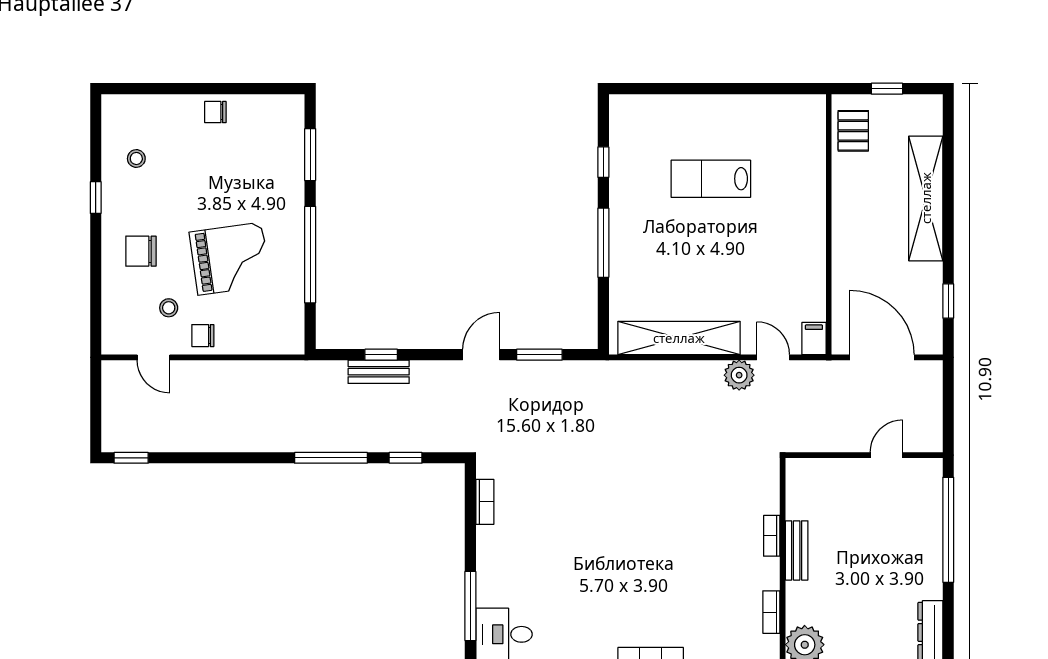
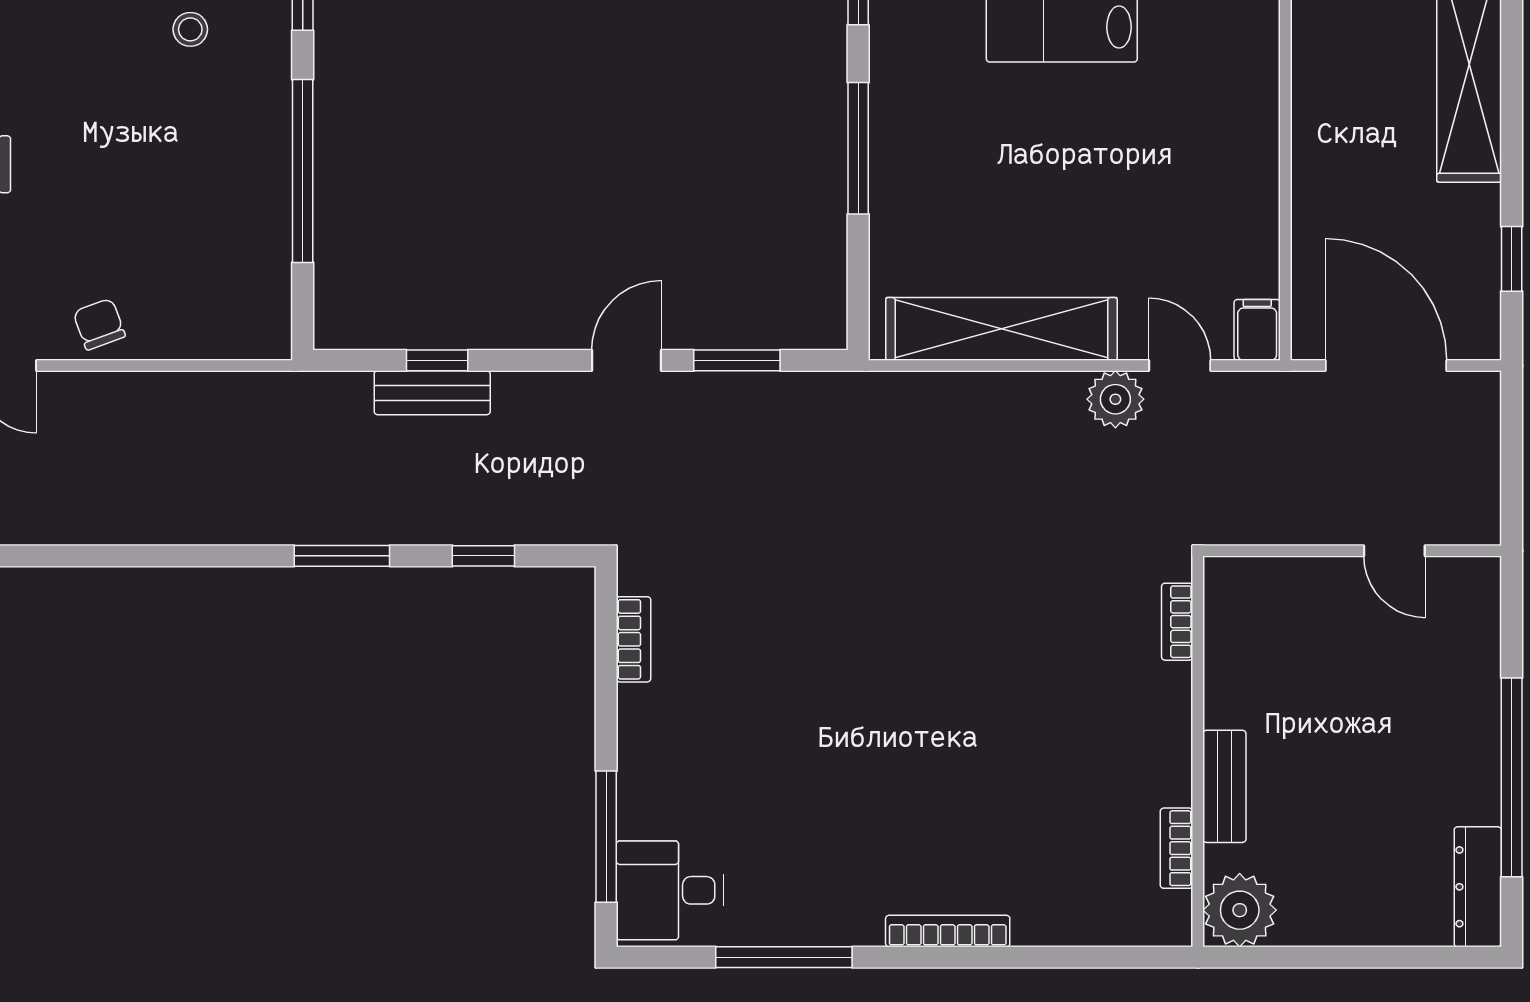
grand piano: (230, 259) -> (150, 178), removed
stool: (169, 308) -> (190, 29), moved
chair: (203, 336) -> (99, 324), turned 70
door: (886, 455) -> (1394, 551), swing flipped
window: (331, 458) -> (342, 556), width x0.69
window: (948, 530) -> (1512, 777), moved
bookcase: (772, 536) -> (1177, 622), moved
bench: (797, 550) -> (1224, 786), moved

